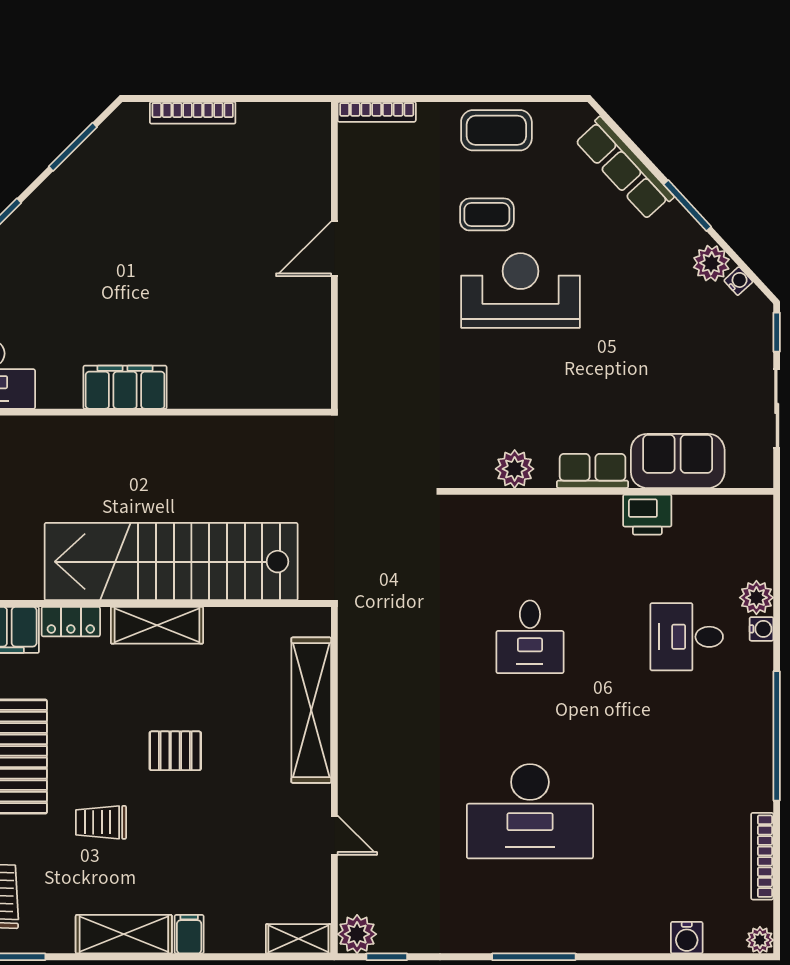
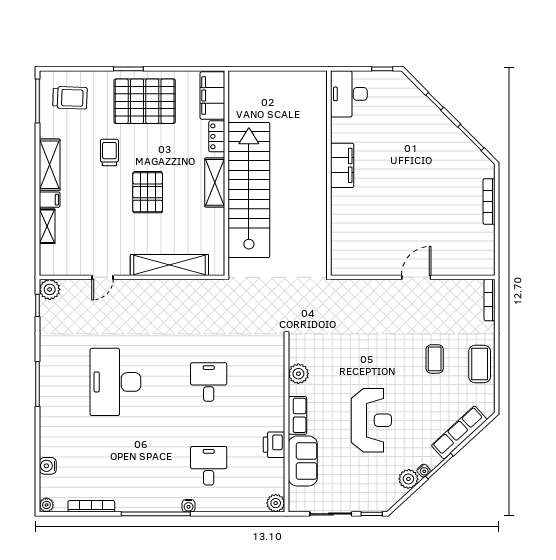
door: (334, 249) -> (416, 277), hinge flipped
water cooler: (738, 281) -> (424, 471), moved
reception desk: (521, 290) -> (371, 420), moved
plant: (756, 598) -> (276, 503), moved
water cooler: (761, 629) -> (189, 506), moved
desk: (530, 637) -> (209, 382), turned 90
pallet: (175, 751) -> (148, 192), width x1.50, depth x1.42
shelving: (298, 939) -> (47, 226), moved

